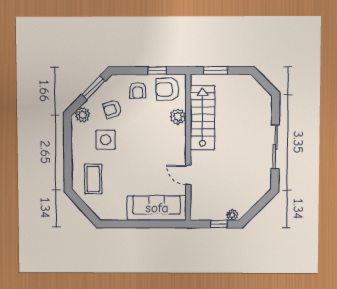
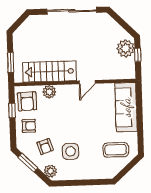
sliding door: (275, 147) -> (72, 11), width x1.36
door: (188, 175) -> (87, 82), moved
coffee table: (93, 179) -> (116, 150), moved
plant: (232, 215) -> (126, 48), width x1.88, depth x1.88

